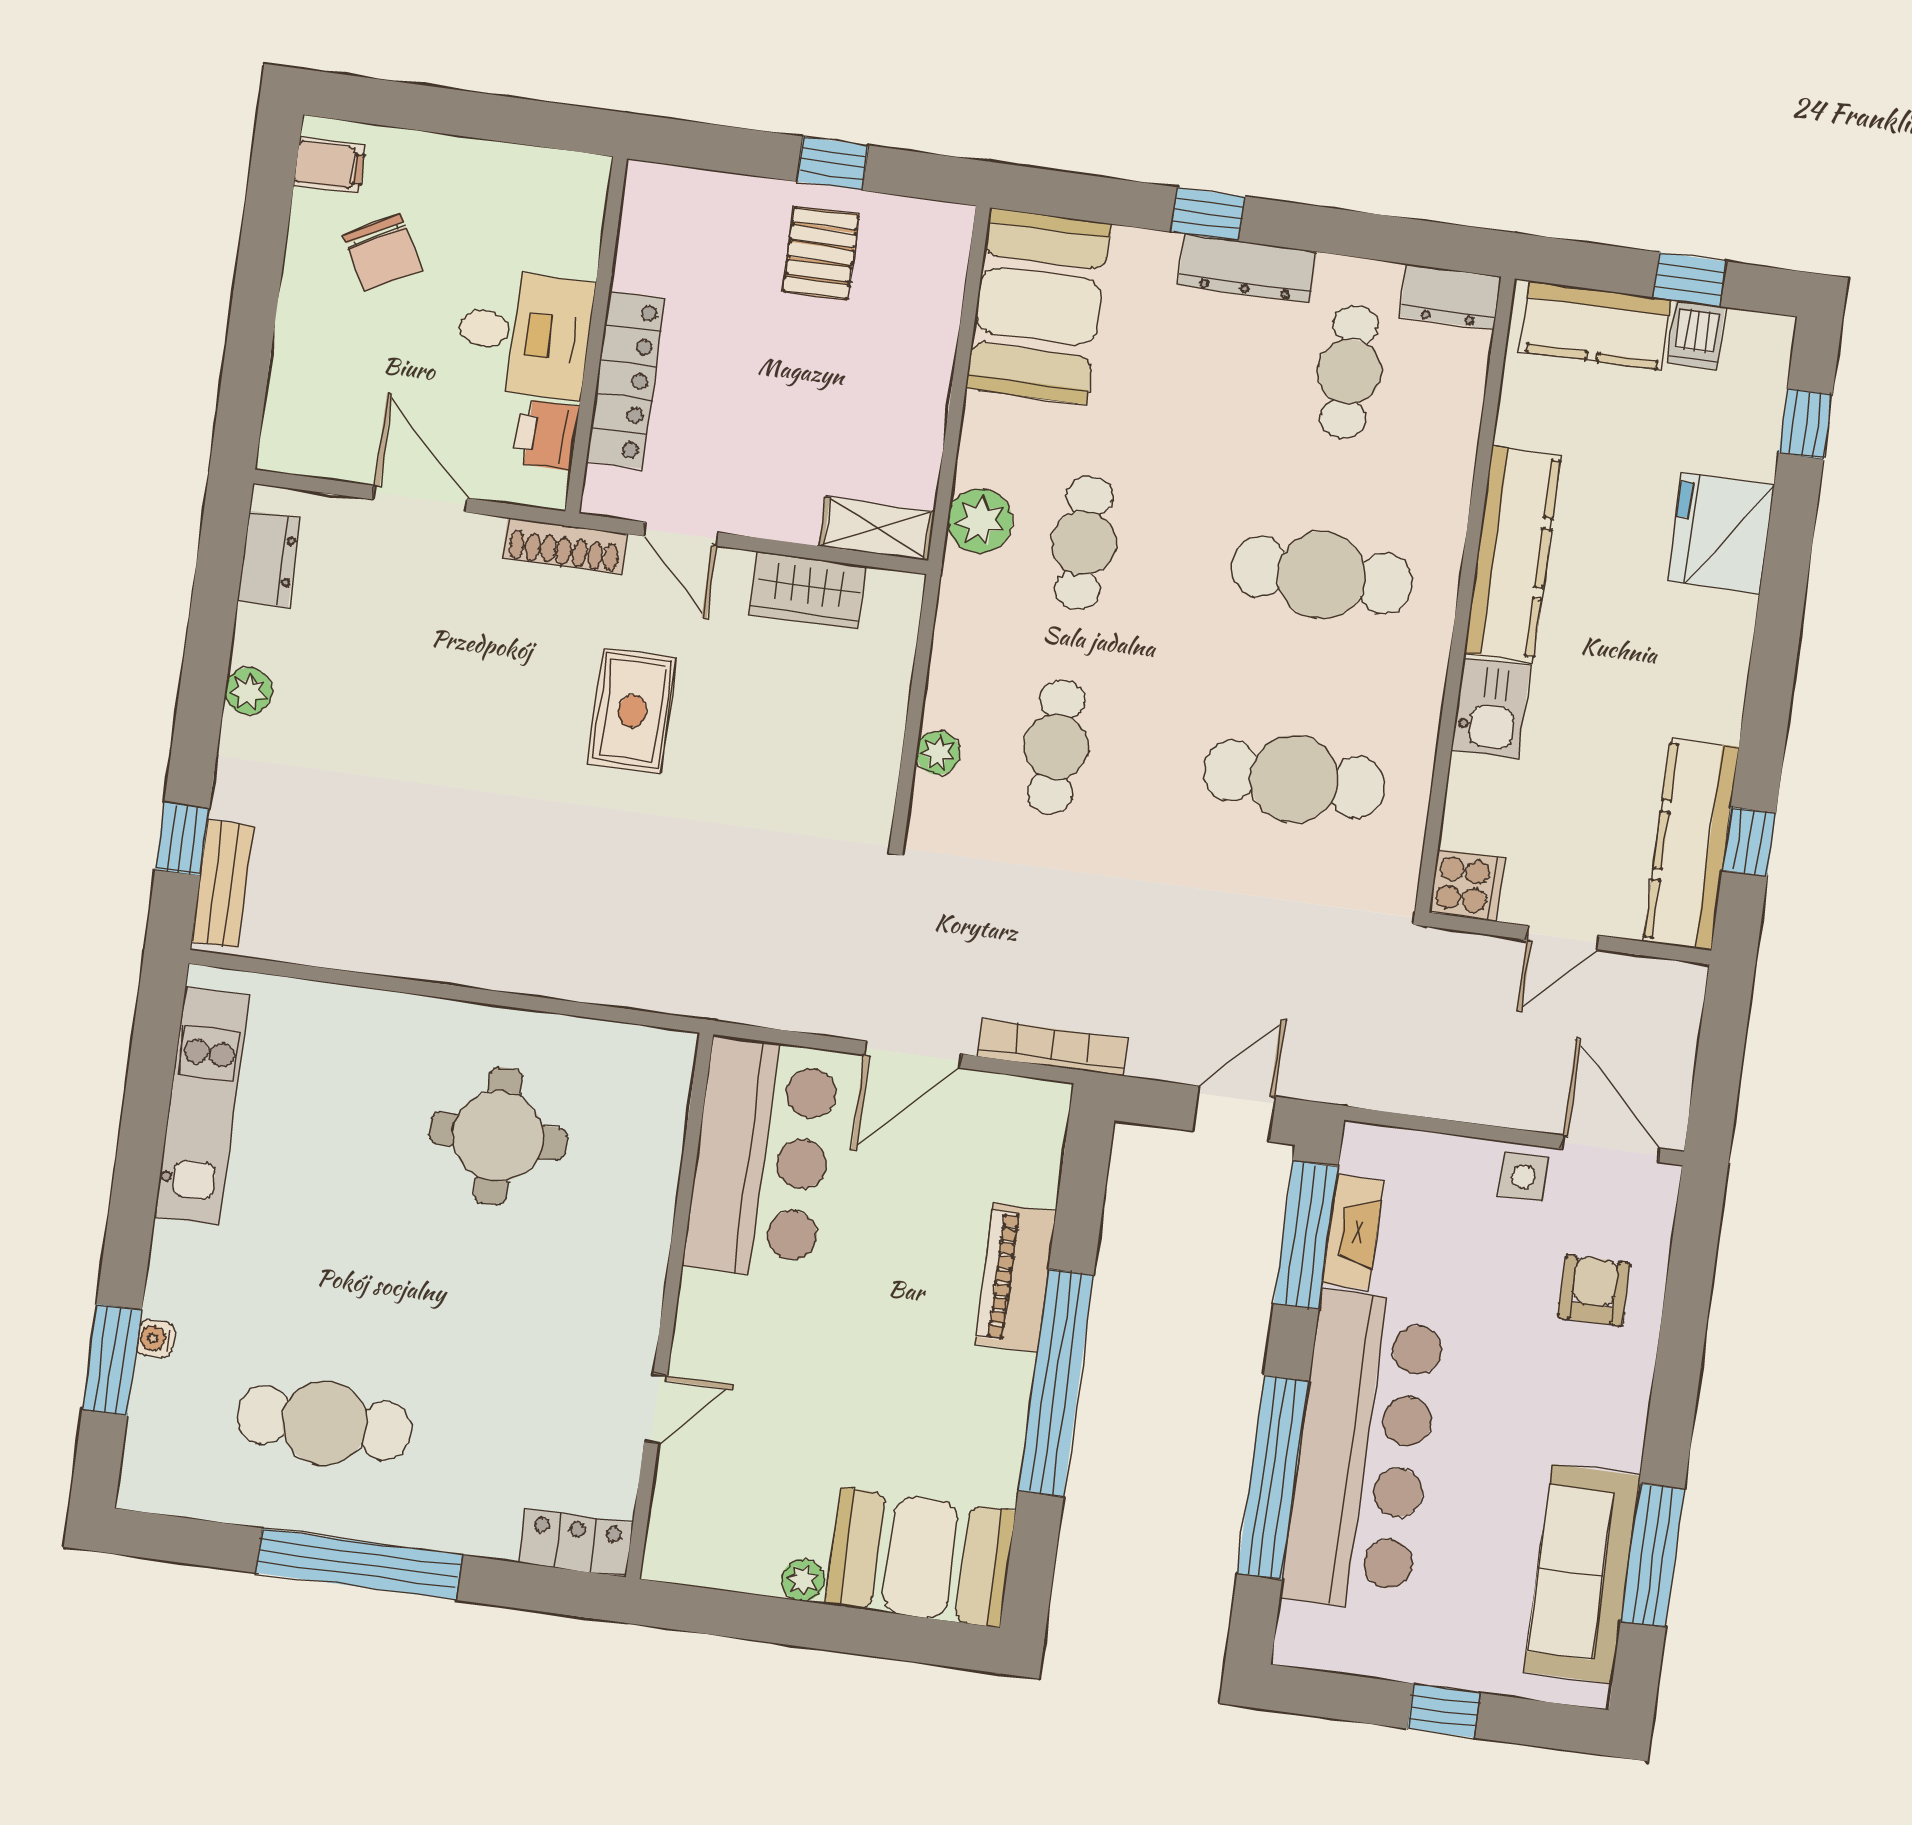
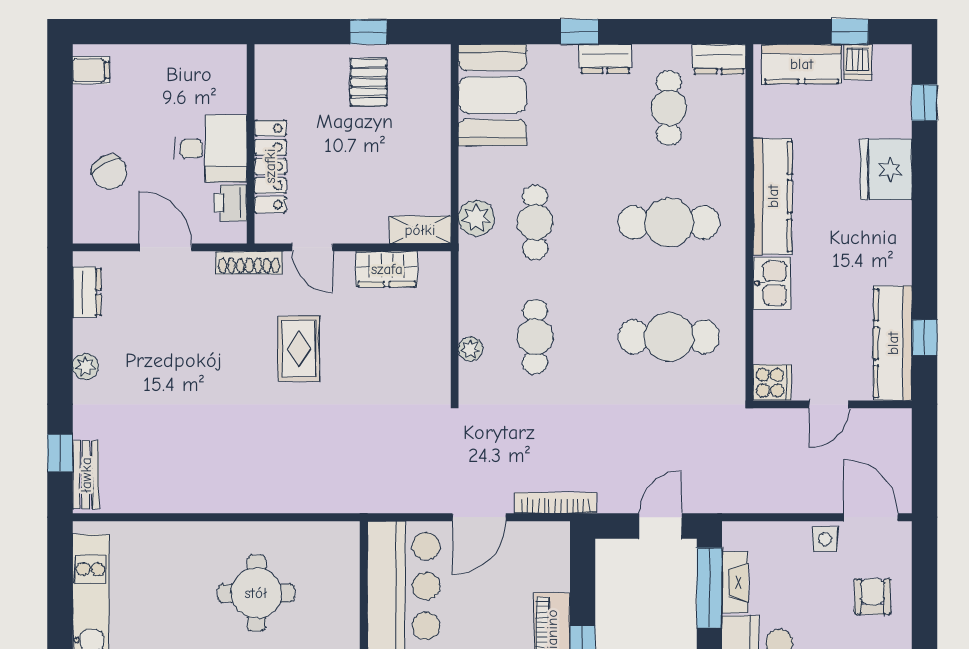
chair: (382, 252) -> (109, 172), moved
dresser: (1247, 269) -> (605, 59), width x0.70

